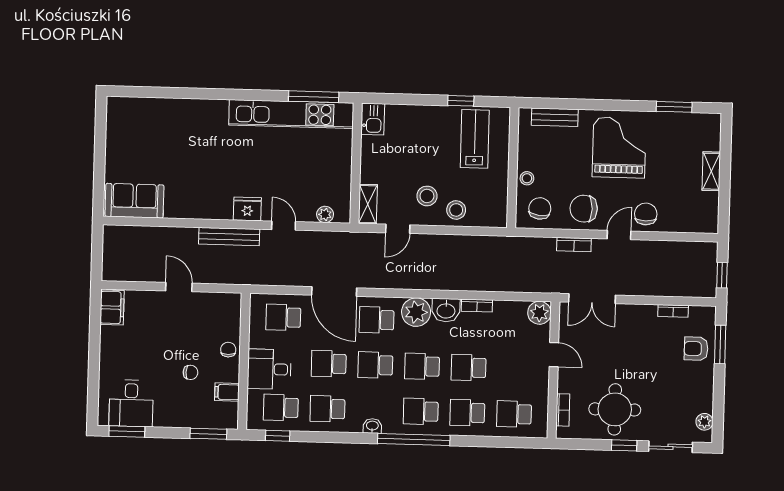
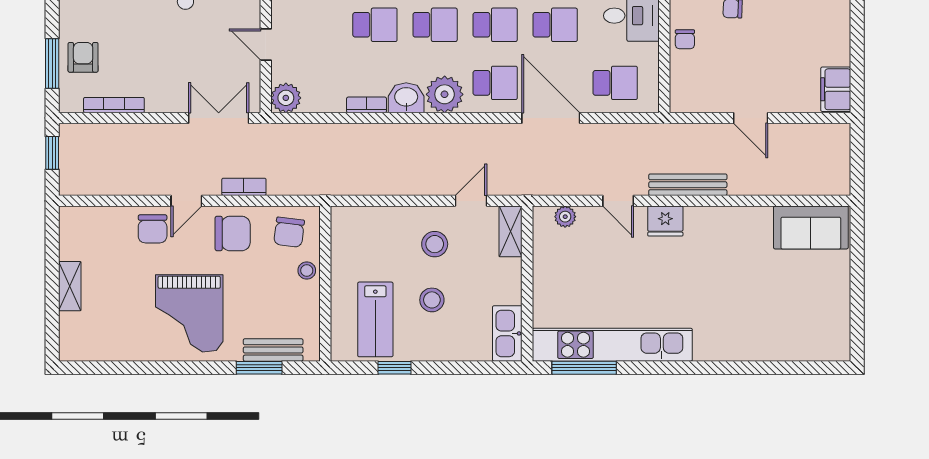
window: (674, 107) -> (259, 368), moved
kitchen sink: (373, 119) -> (507, 333), width x1.38
stool: (456, 210) -> (432, 300), moved
bookcase: (673, 311) -> (114, 105), width x1.56
armchair: (696, 349) -> (83, 57), turned -90

